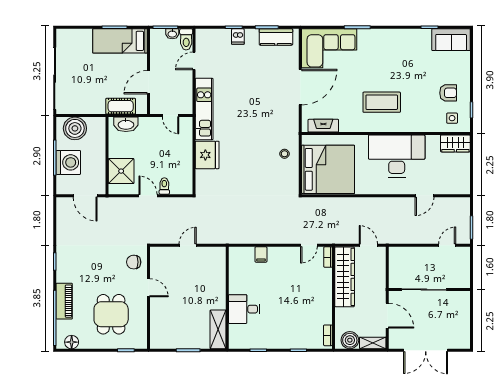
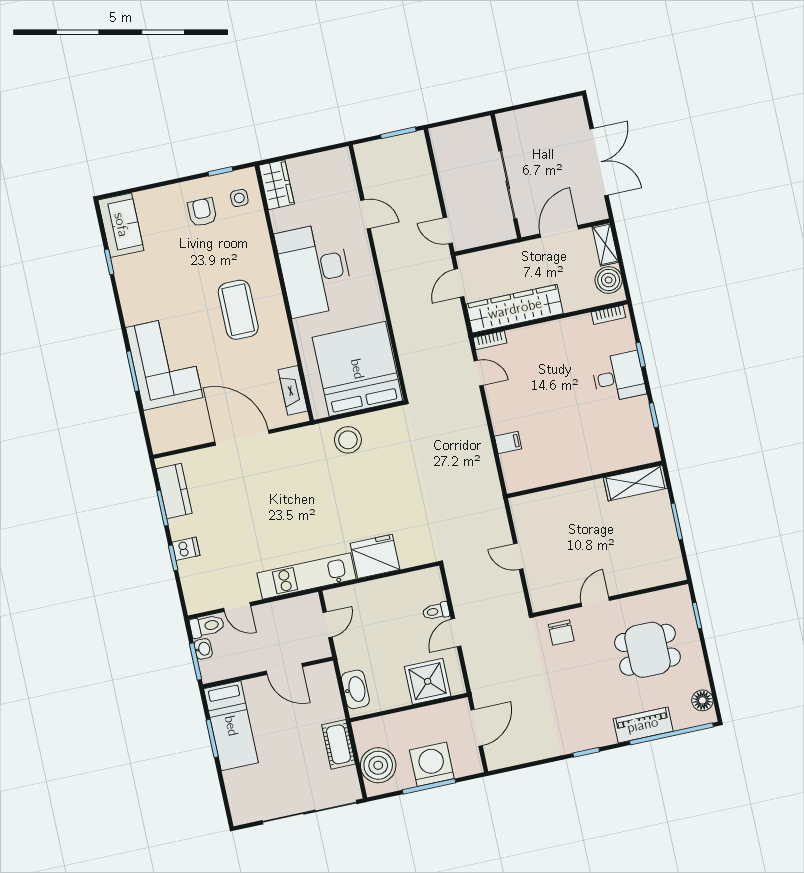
corner sofa: (329, 48) -> (164, 363), moved
cot: (121, 106) -> (338, 744), moved
stool: (285, 154) -> (348, 440), width x1.89, depth x1.89
door: (447, 245) -> (448, 230), moved
desk: (244, 309) -> (619, 377), moved, turned -90

